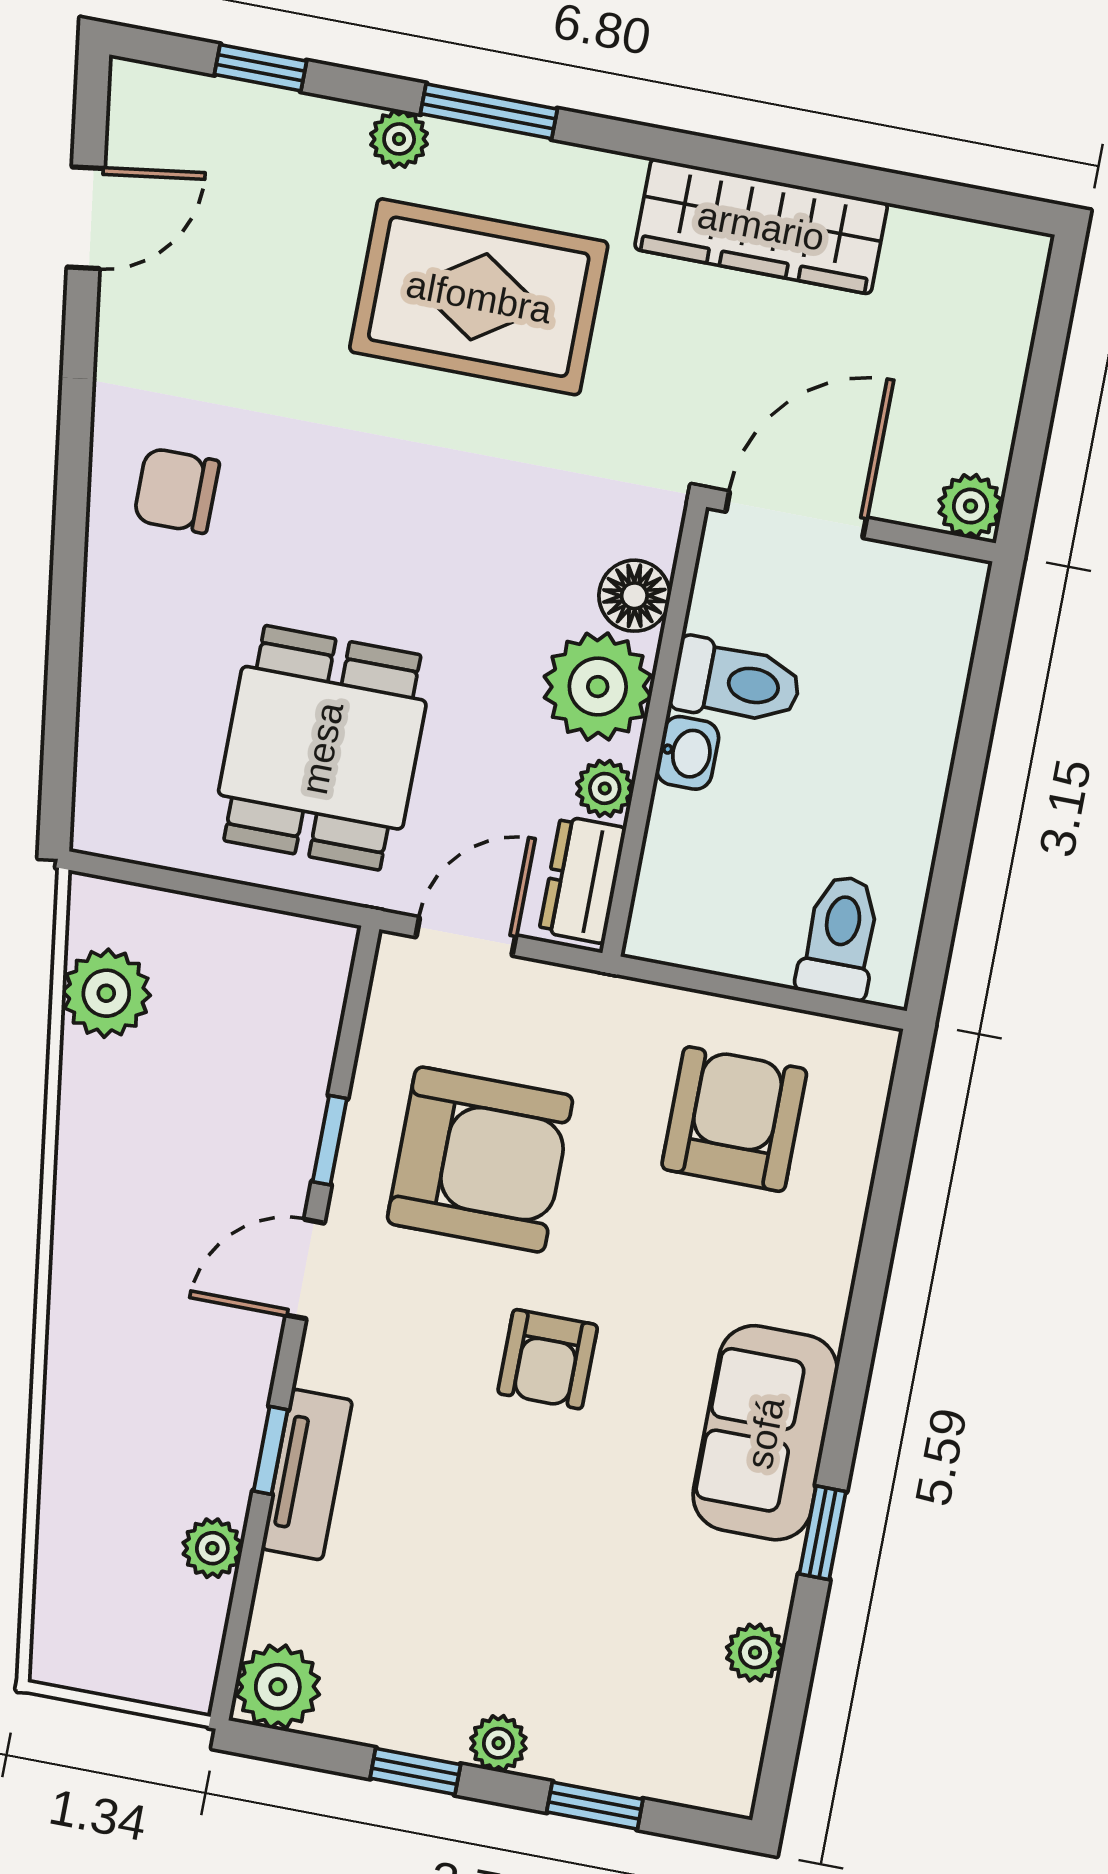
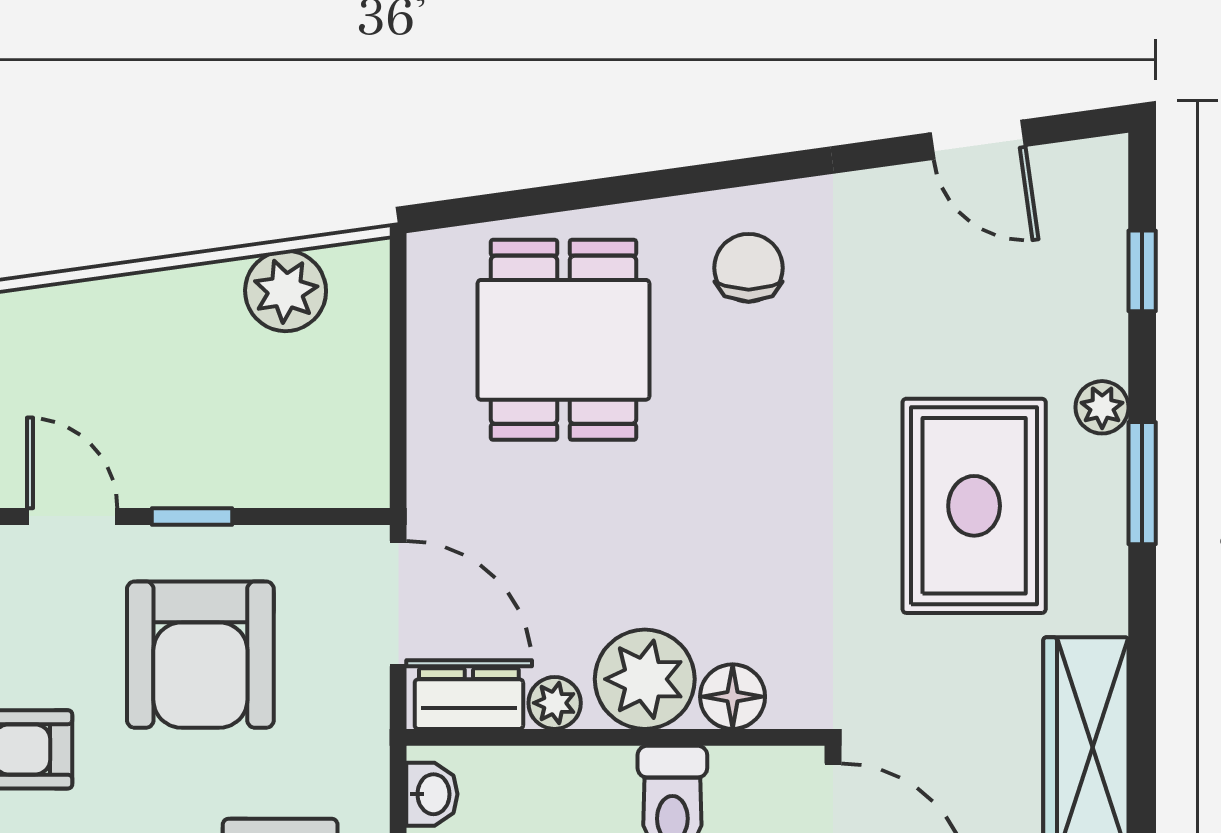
dining table: (322, 748) -> (563, 340), moved, turned 90
washbasin: (687, 753) -> (432, 794), moved, turned -90
door: (466, 936) -> (398, 604), width x1.38

